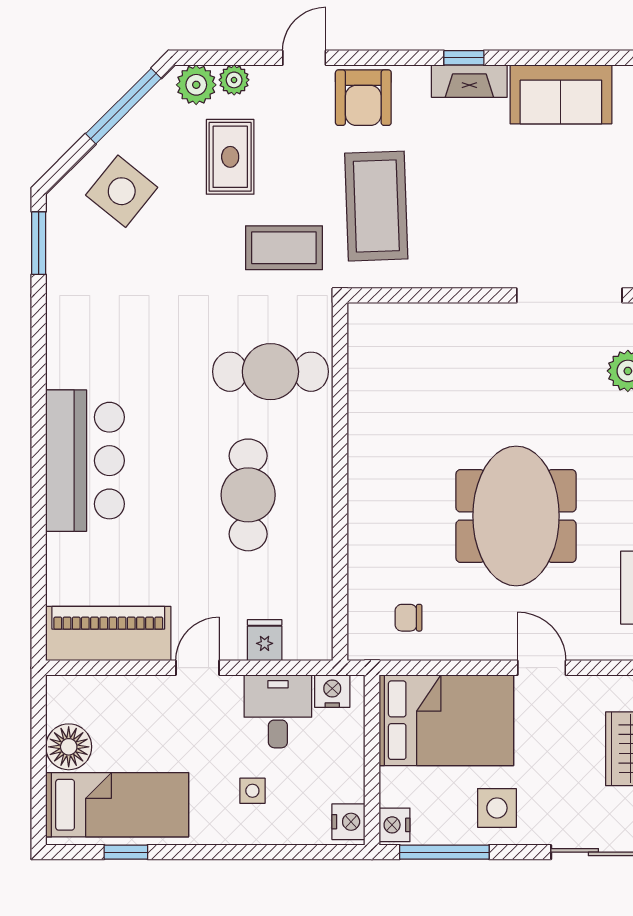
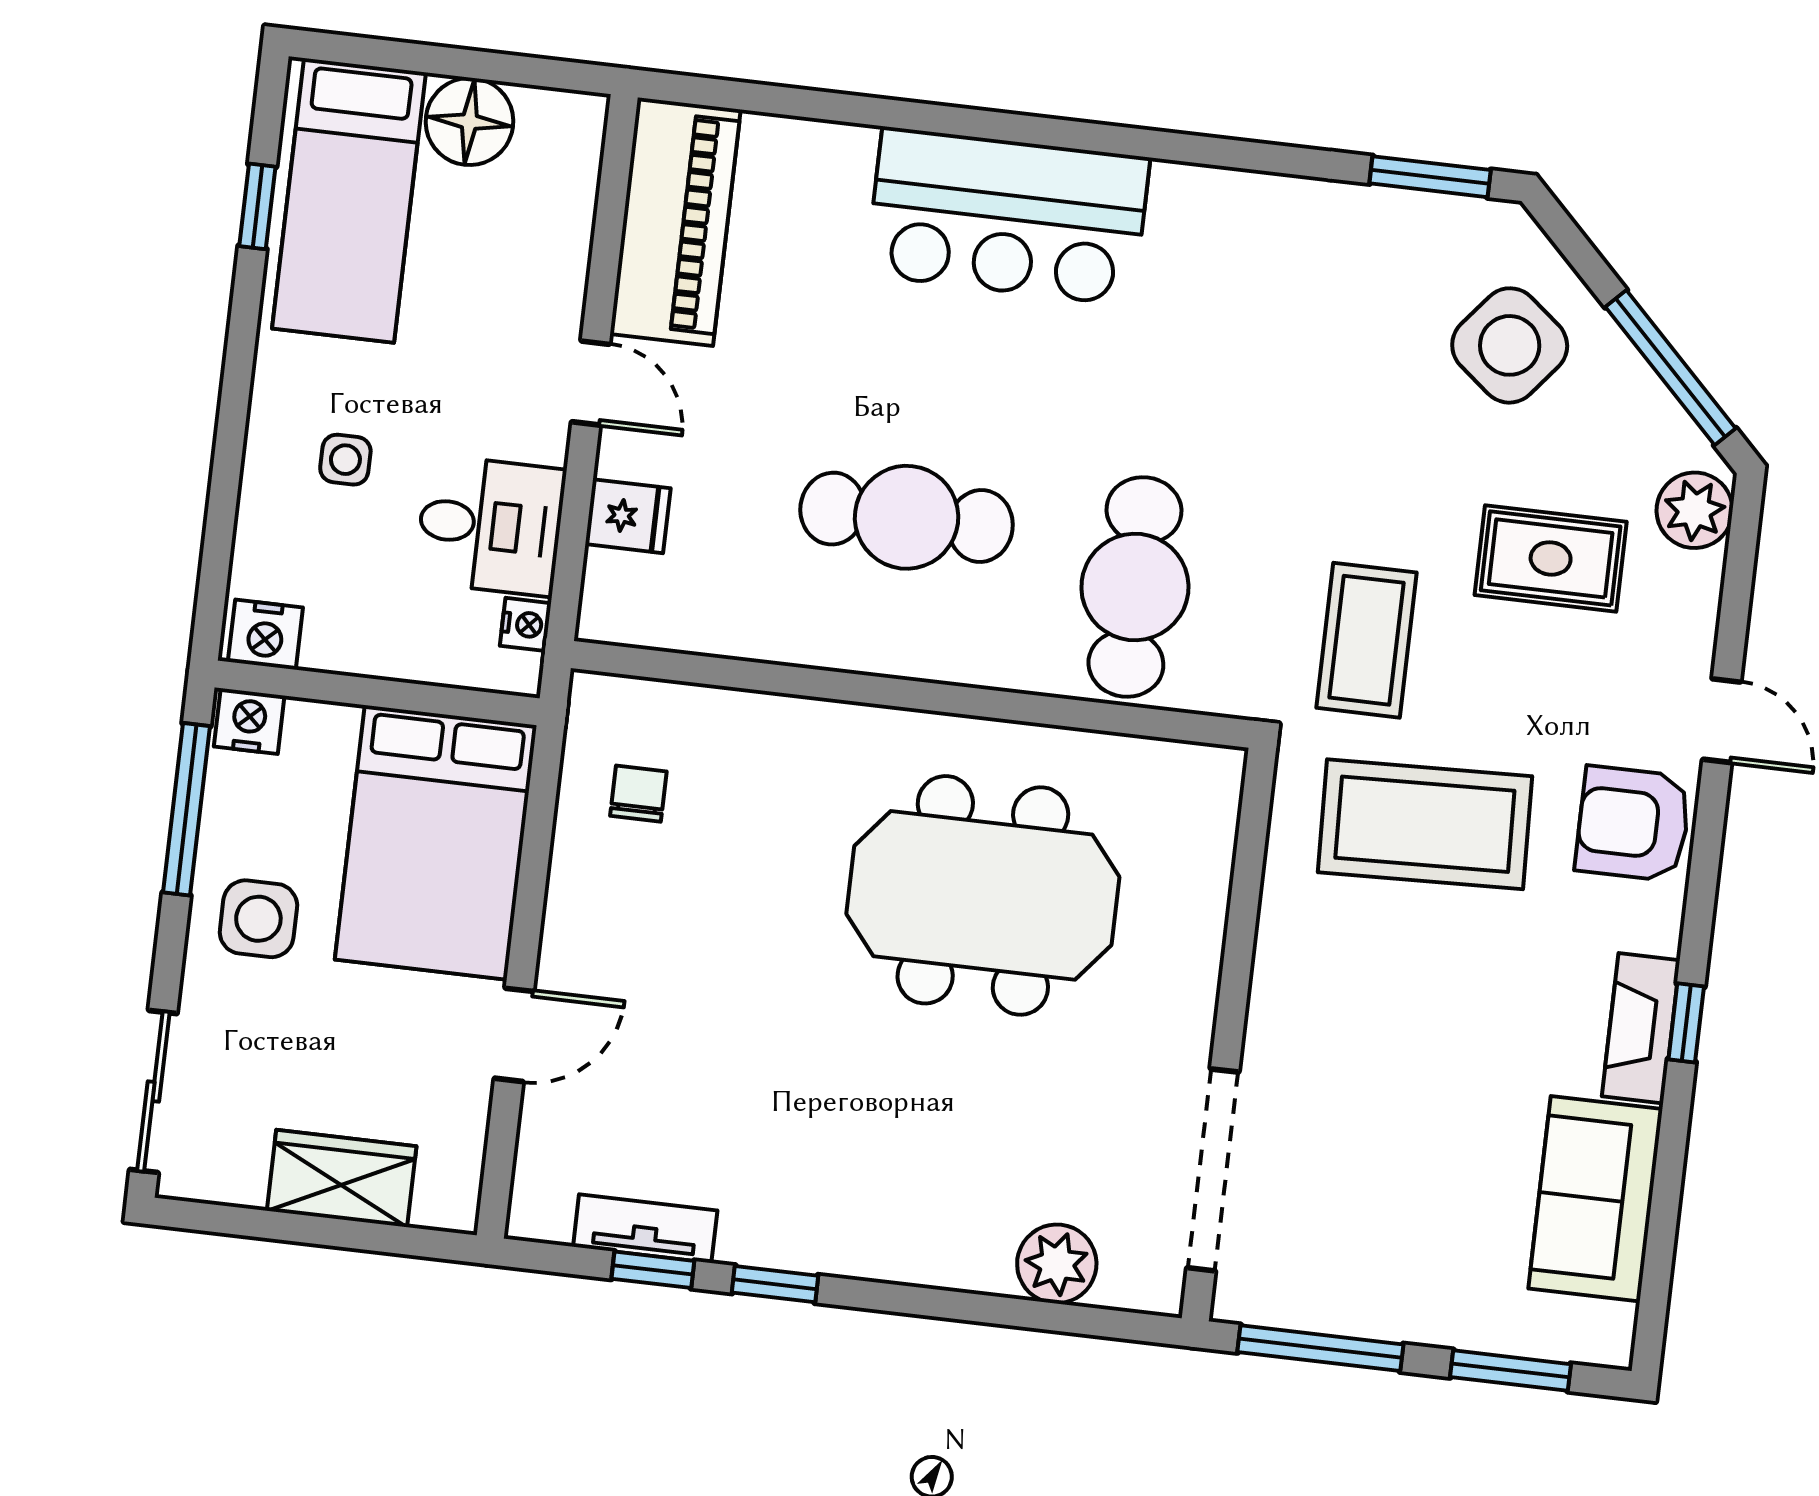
plant: (234, 80) -> (1695, 583), removed
meeting table: (516, 516) -> (983, 895), moved
nightstand: (332, 691) -> (526, 624), width x0.72, depth x0.74

